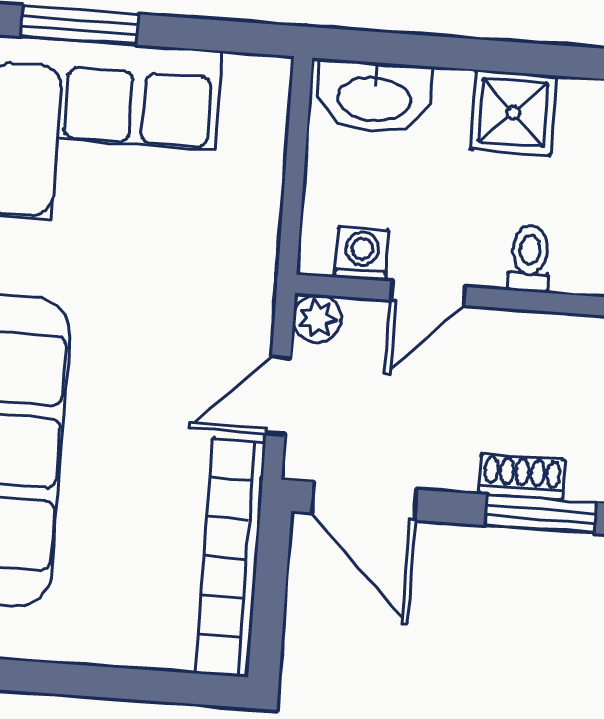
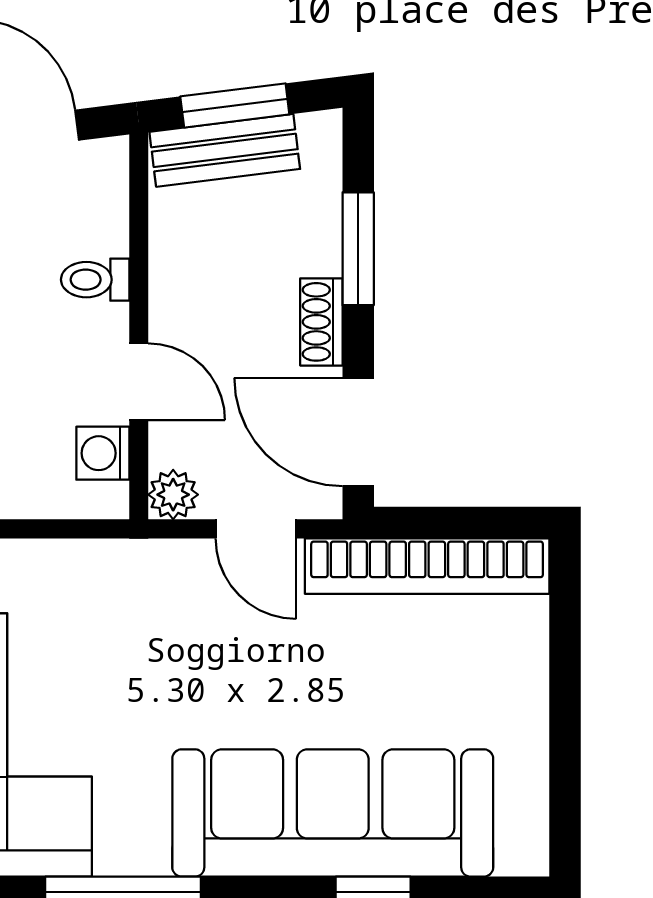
shoe rack: (522, 477) -> (321, 322), moved
door: (364, 501) -> (358, 432), swing flipped

